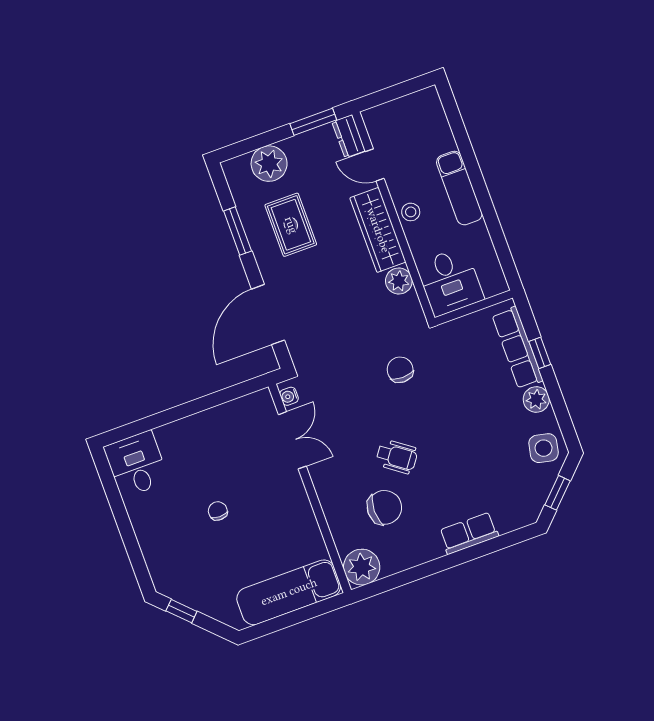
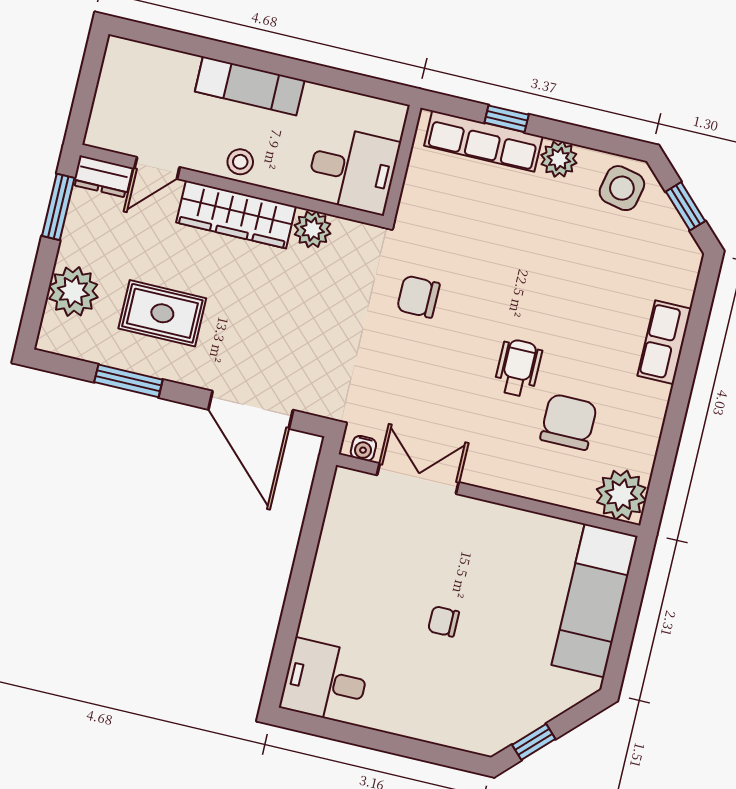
wheelchair: (397, 457) -> (518, 368), turned -36

